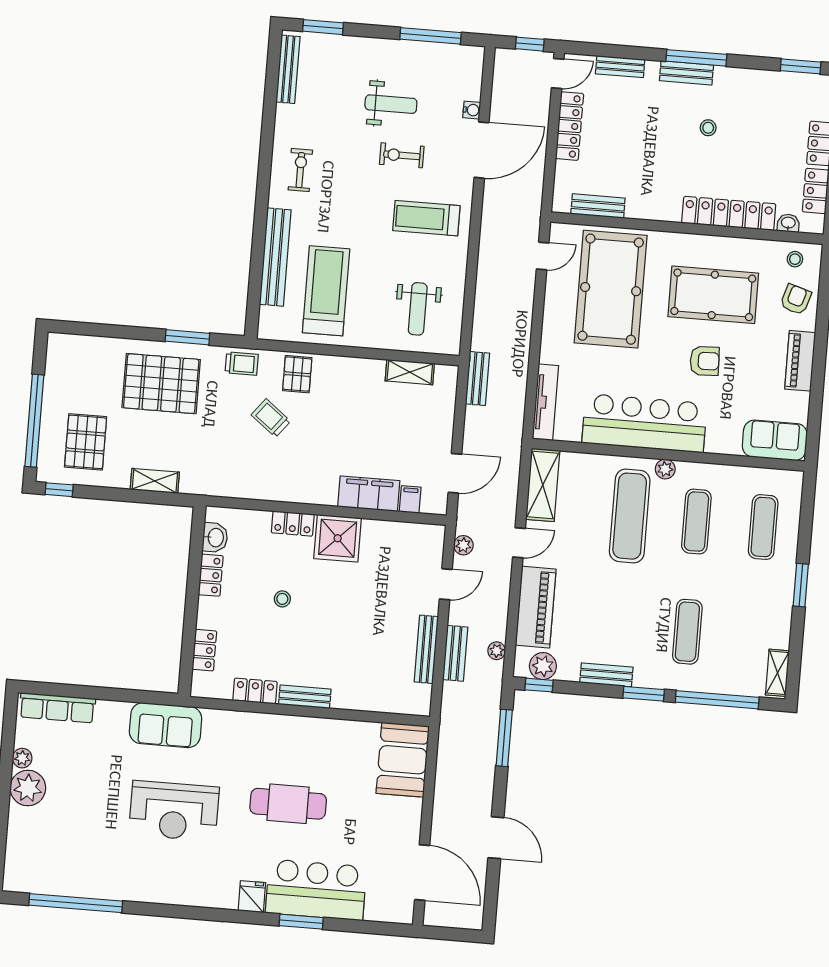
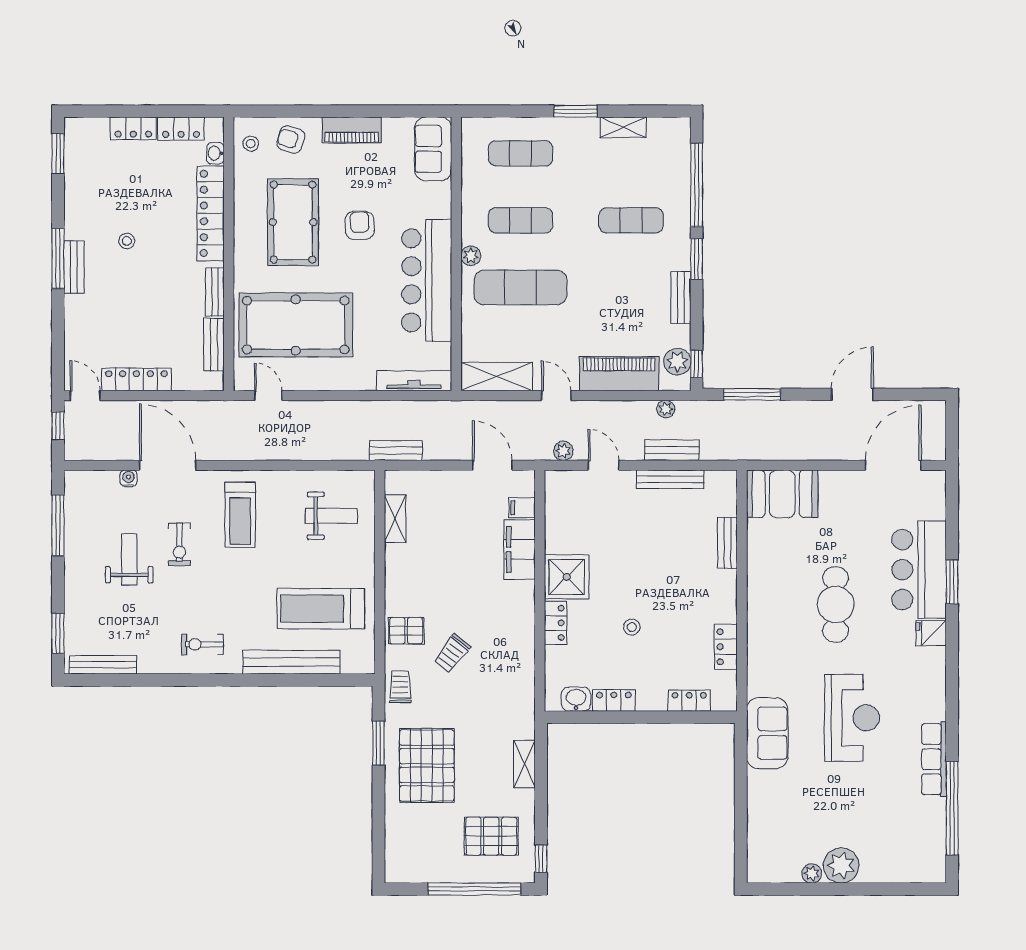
bench: (620, 67) -> (215, 292), moved
shelving: (777, 673) -> (623, 127), moved
bench: (305, 697) -> (727, 543), moved
row of seats: (57, 708) -> (934, 759), moved, turned 180

